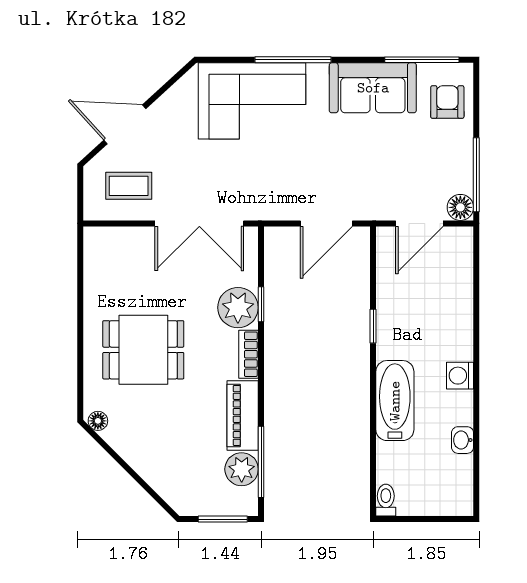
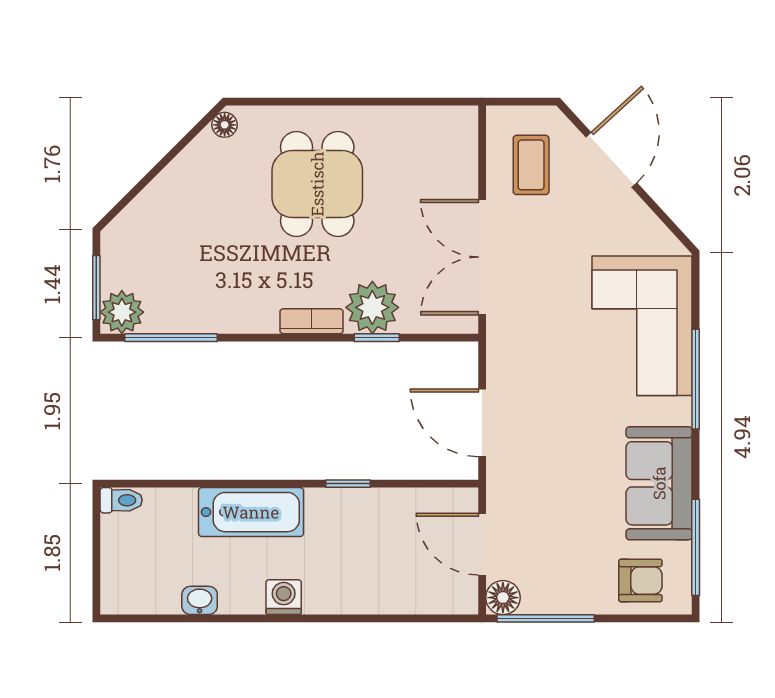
piano: (243, 415) -> (232, 314), removed
plant: (242, 469) -> (122, 312), moved

